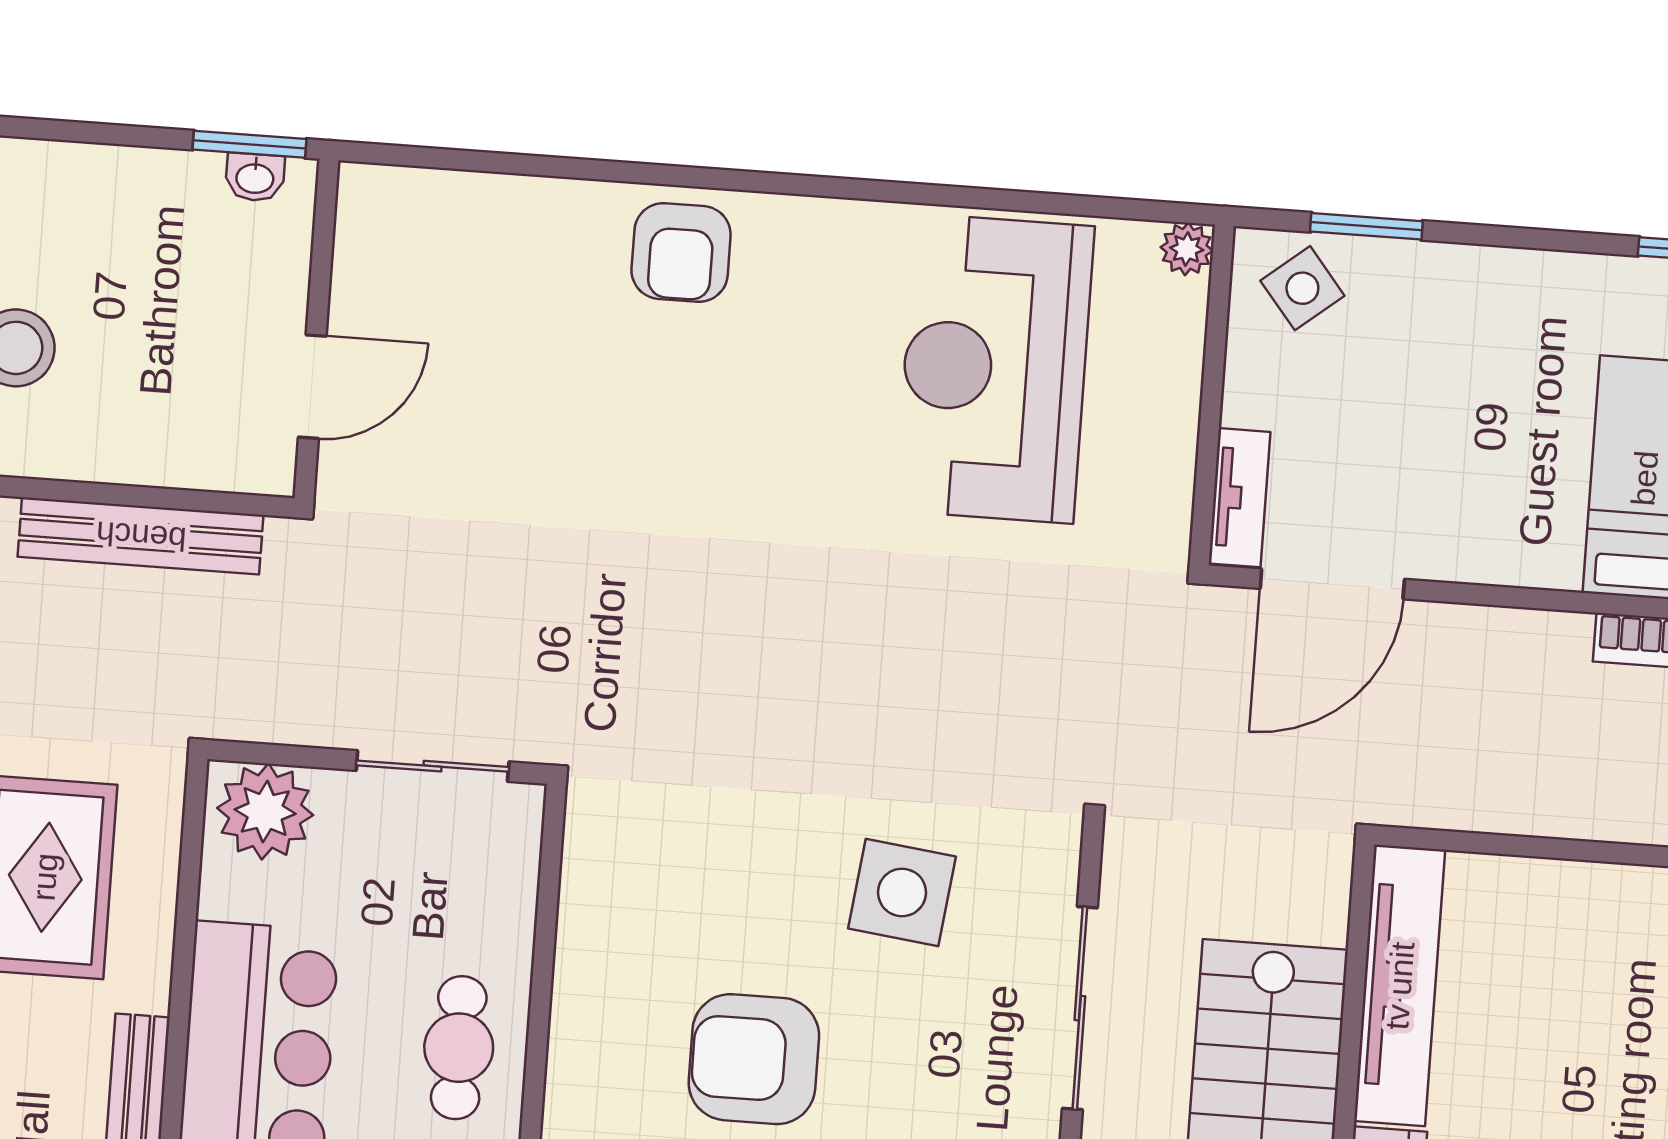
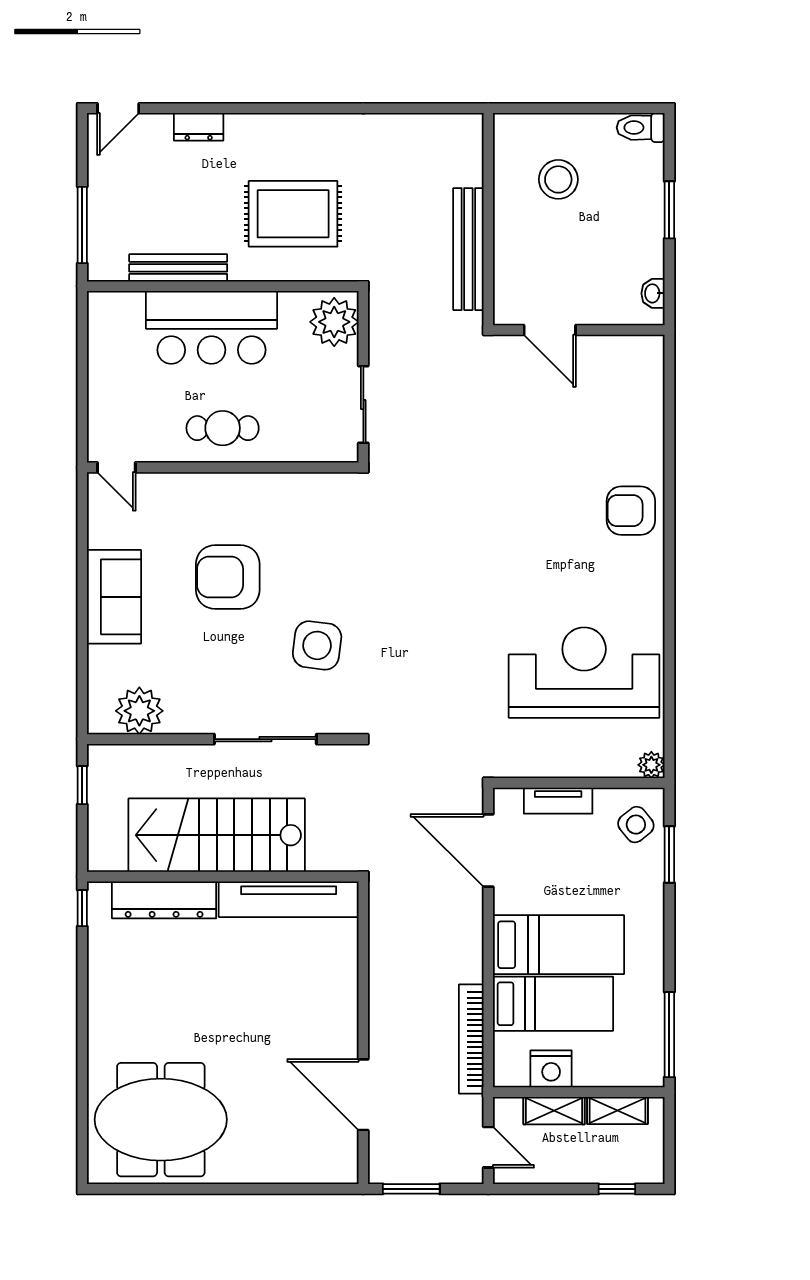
window: (249, 144) -> (669, 210), moved
bed: (1529, 459) -> (558, 945), added
tv unit: (1240, 498) -> (558, 801), moved
armchair: (754, 1059) -> (228, 577), turned -90

